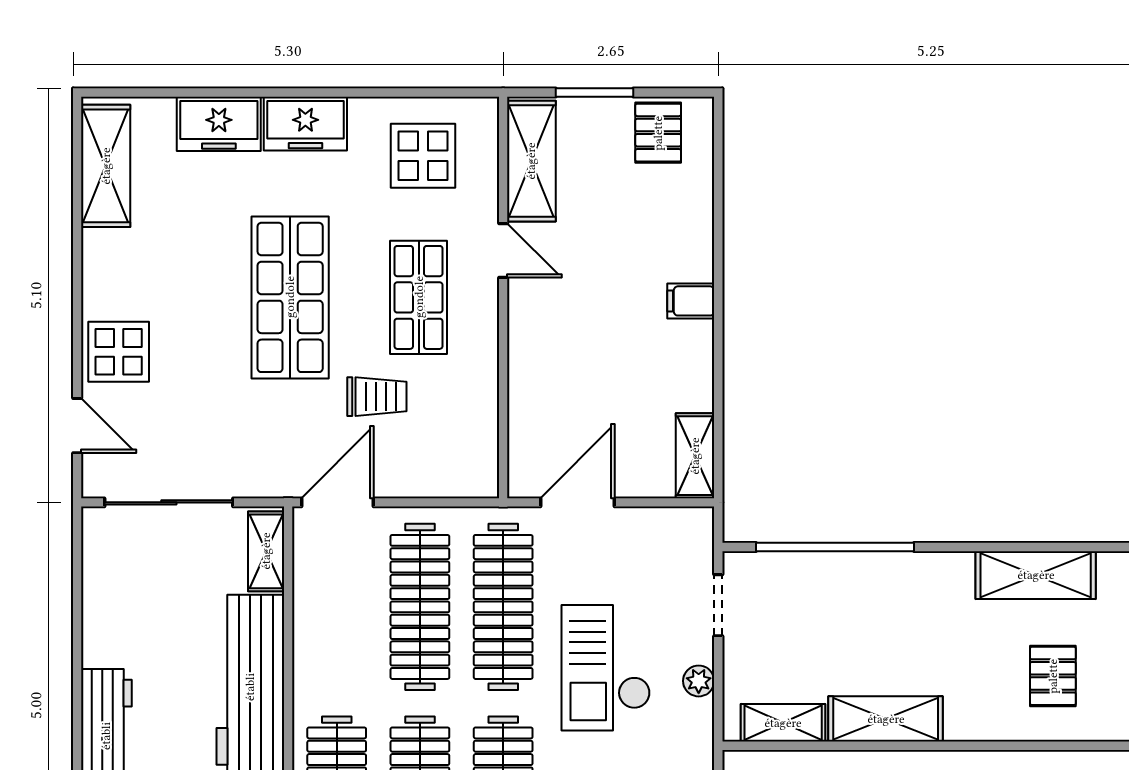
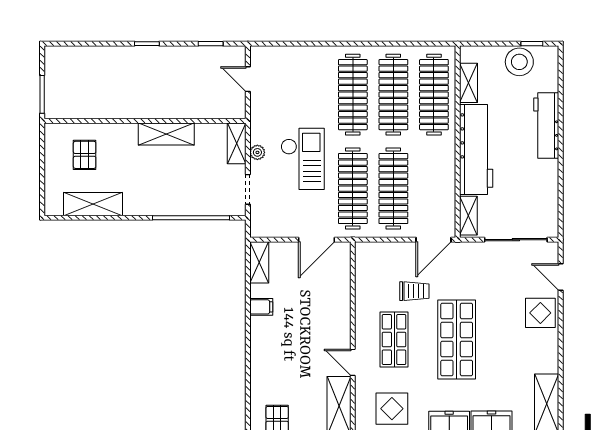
filing cabinet: (691, 301) -> (261, 307), moved
trolley: (377, 397) -> (414, 291), turned 180
shelving: (783, 723) -> (237, 143), moved, turned 90

